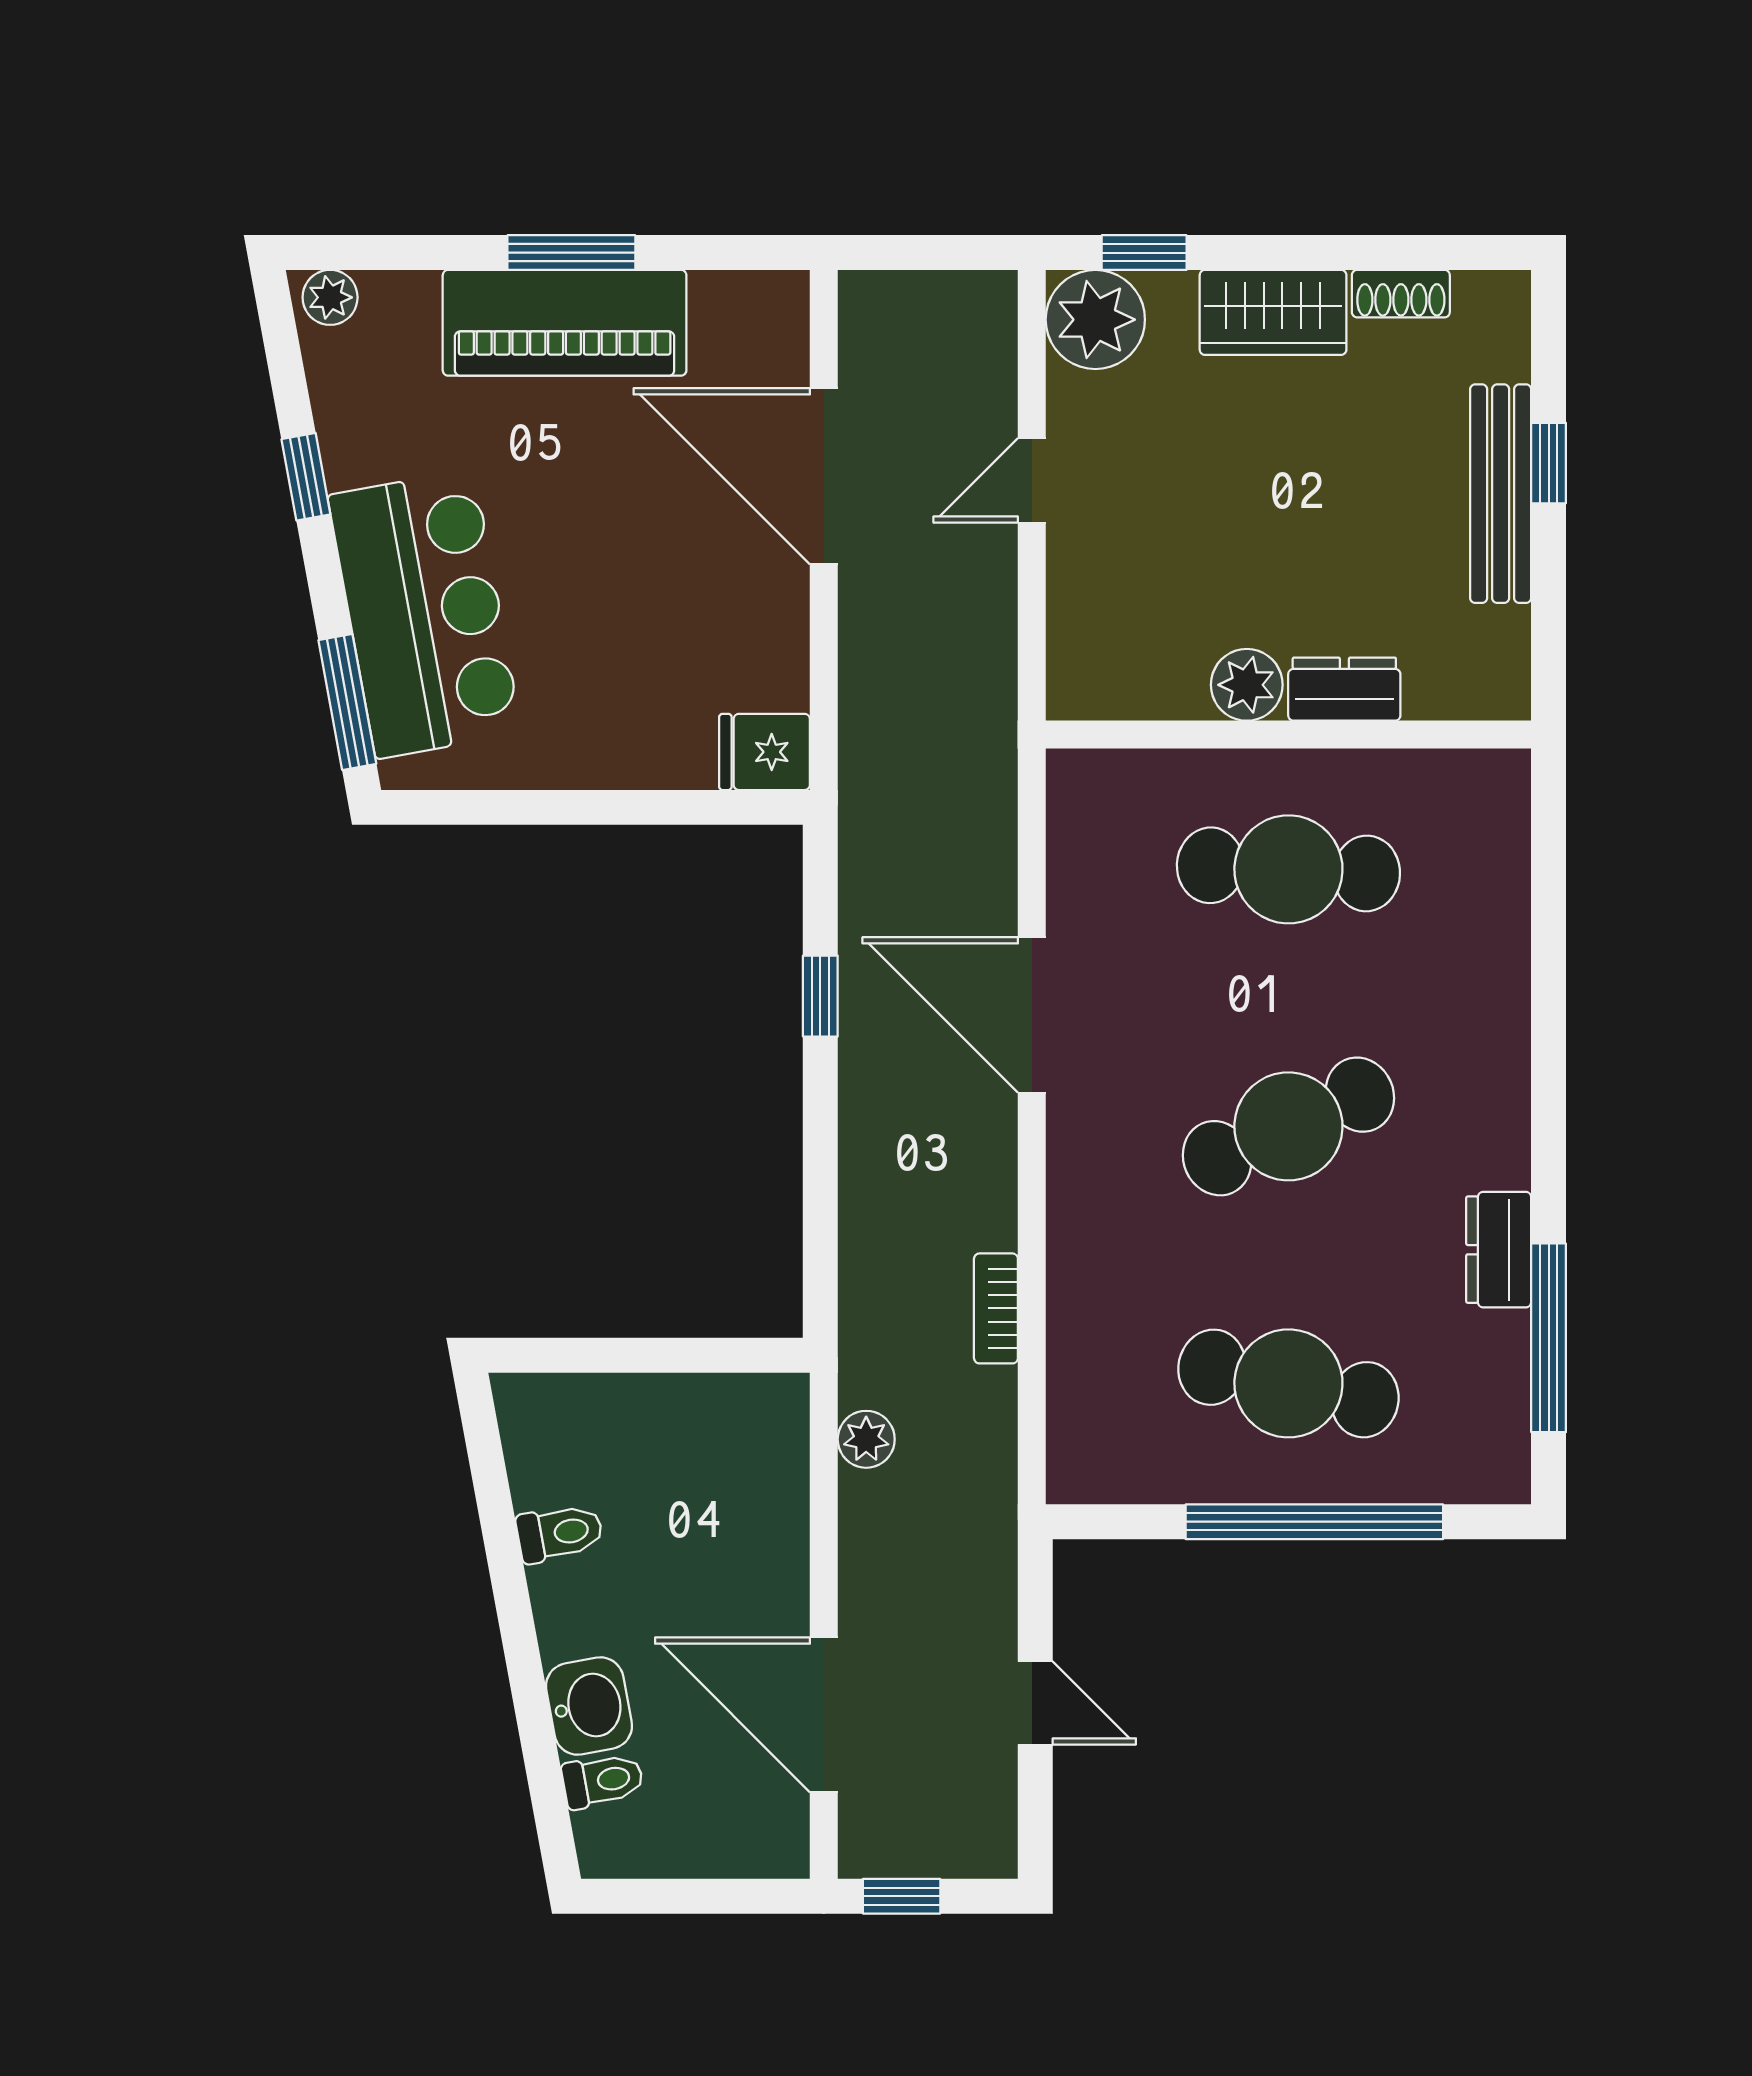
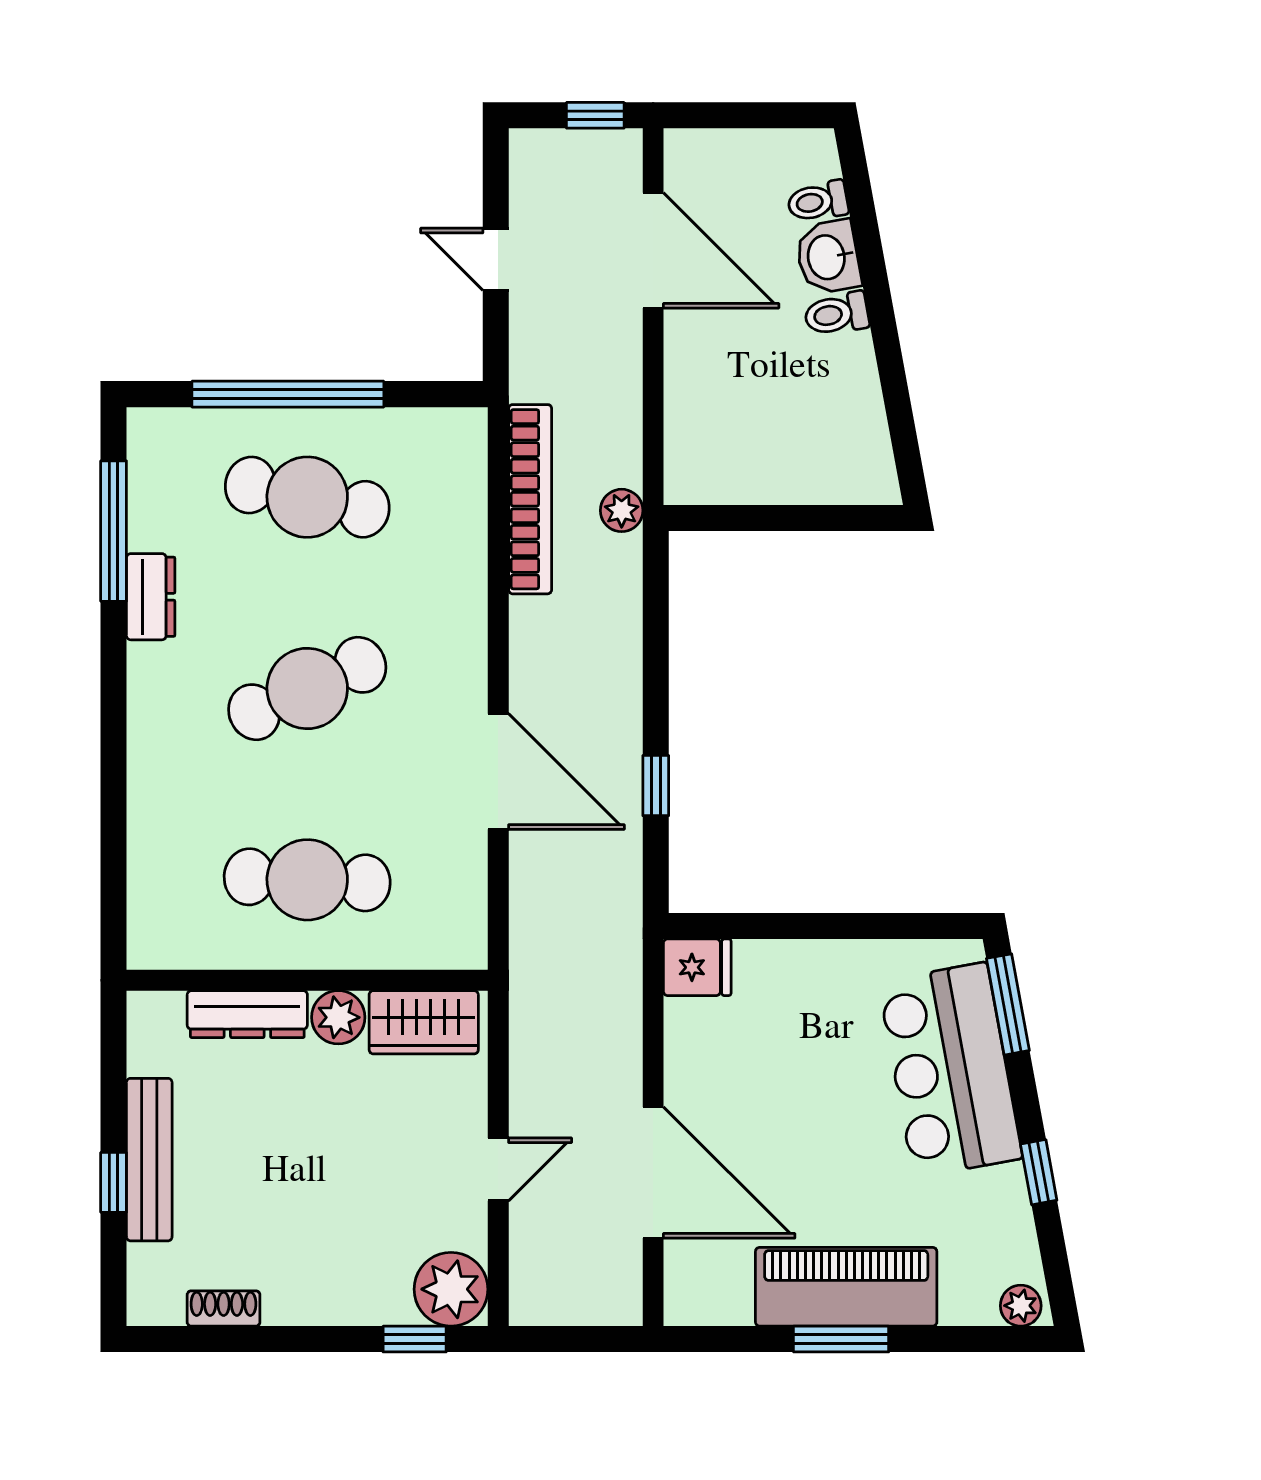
wardrobe: (1273, 312) -> (424, 1022), moved, turned 180
dresser: (1344, 689) -> (247, 1014), width x1.44
bookcase: (996, 1308) -> (530, 499), width x2.31, depth x1.31
plant: (866, 1439) -> (622, 510), moved
toilet: (560, 1533) -> (837, 314), moved

